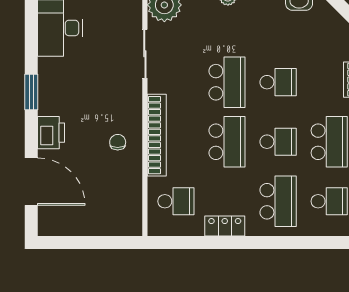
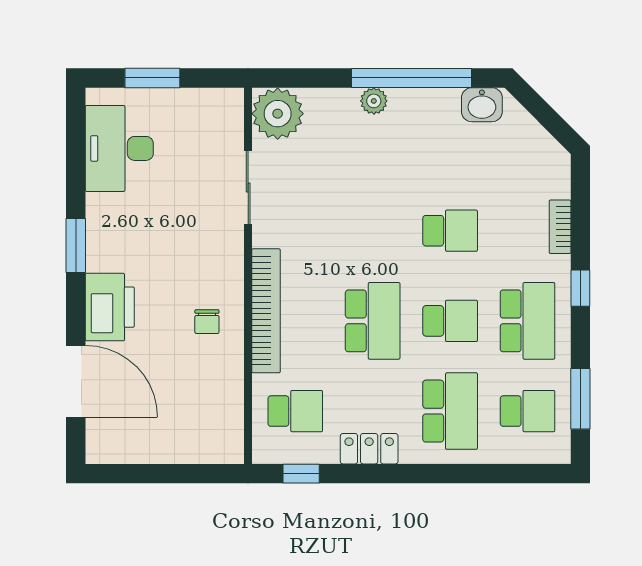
school desk: (227, 82) -> (373, 231), removed
printer: (51, 133) -> (110, 307), width x1.37, depth x1.19
chair: (118, 142) -> (207, 322), turned 180
window: (180, 243) -> (301, 474), added

